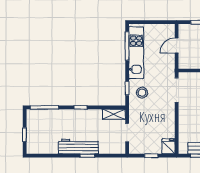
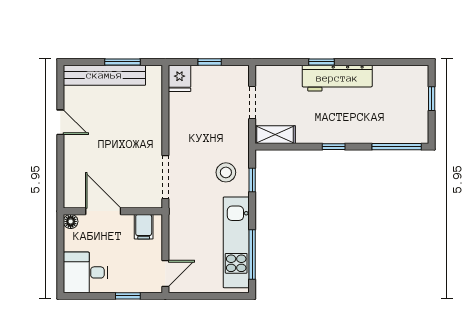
door: (177, 46) -> (165, 274), moved
filing cabinet: (189, 62) -> (144, 227), added

